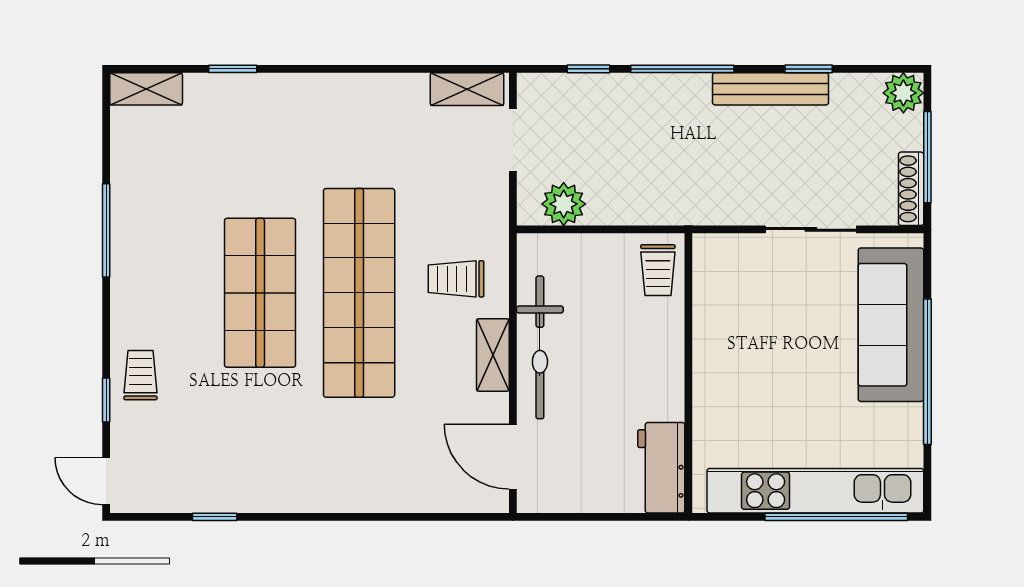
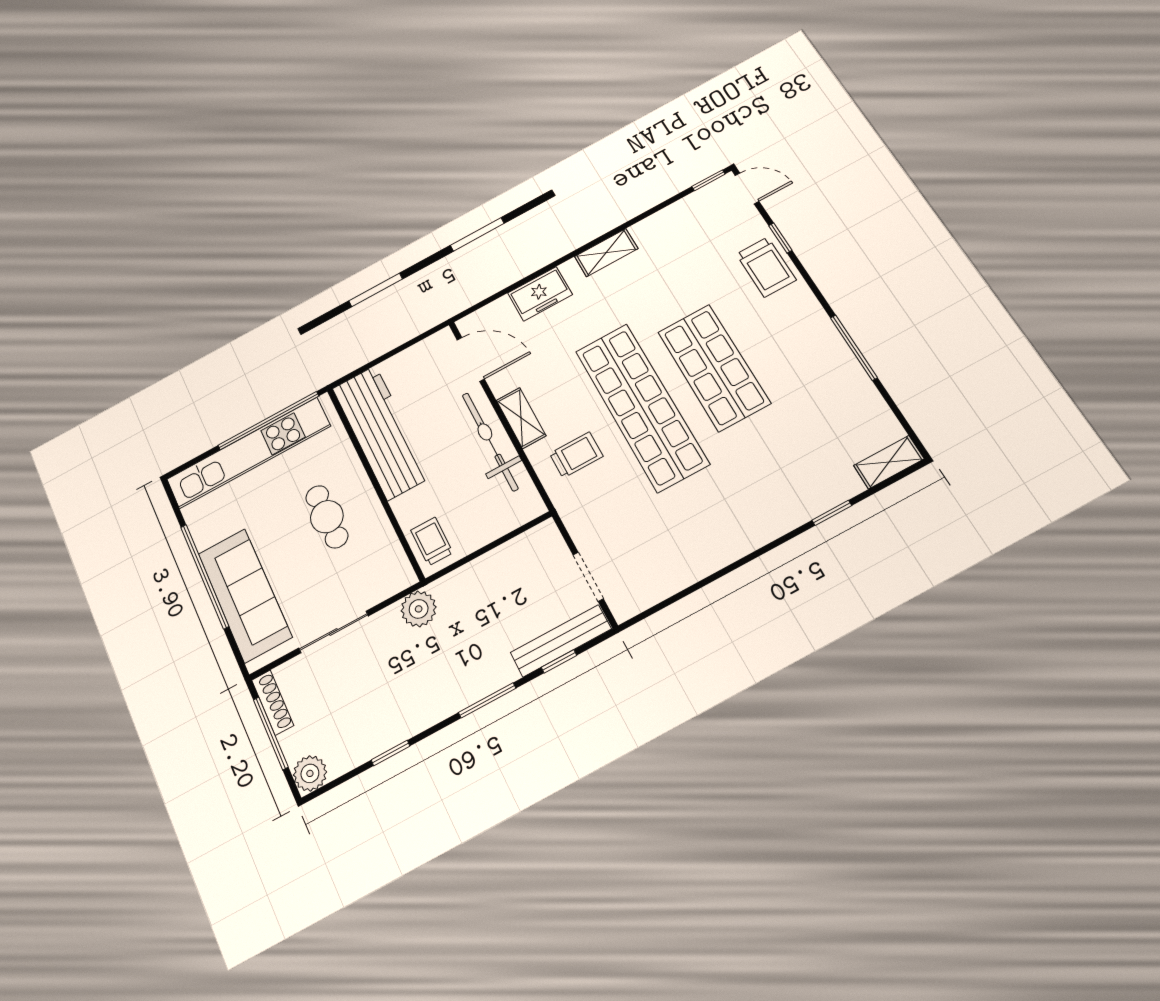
window: (682, 69) -> (487, 700), width x0.69
shelving: (467, 89) -> (606, 253), moved
bench: (771, 89) -> (561, 641), moved
plant: (564, 204) -> (419, 609), moved
cafe table: (760, 363) -> (327, 517), added
trolley: (140, 375) -> (766, 267), width x1.36, depth x1.39
workbench: (661, 468) -> (381, 432), width x1.87, depth x1.32
freezer: (397, 490) -> (540, 294), added
window: (215, 517) -> (708, 180), moved
window: (836, 517) -> (268, 421), moved

